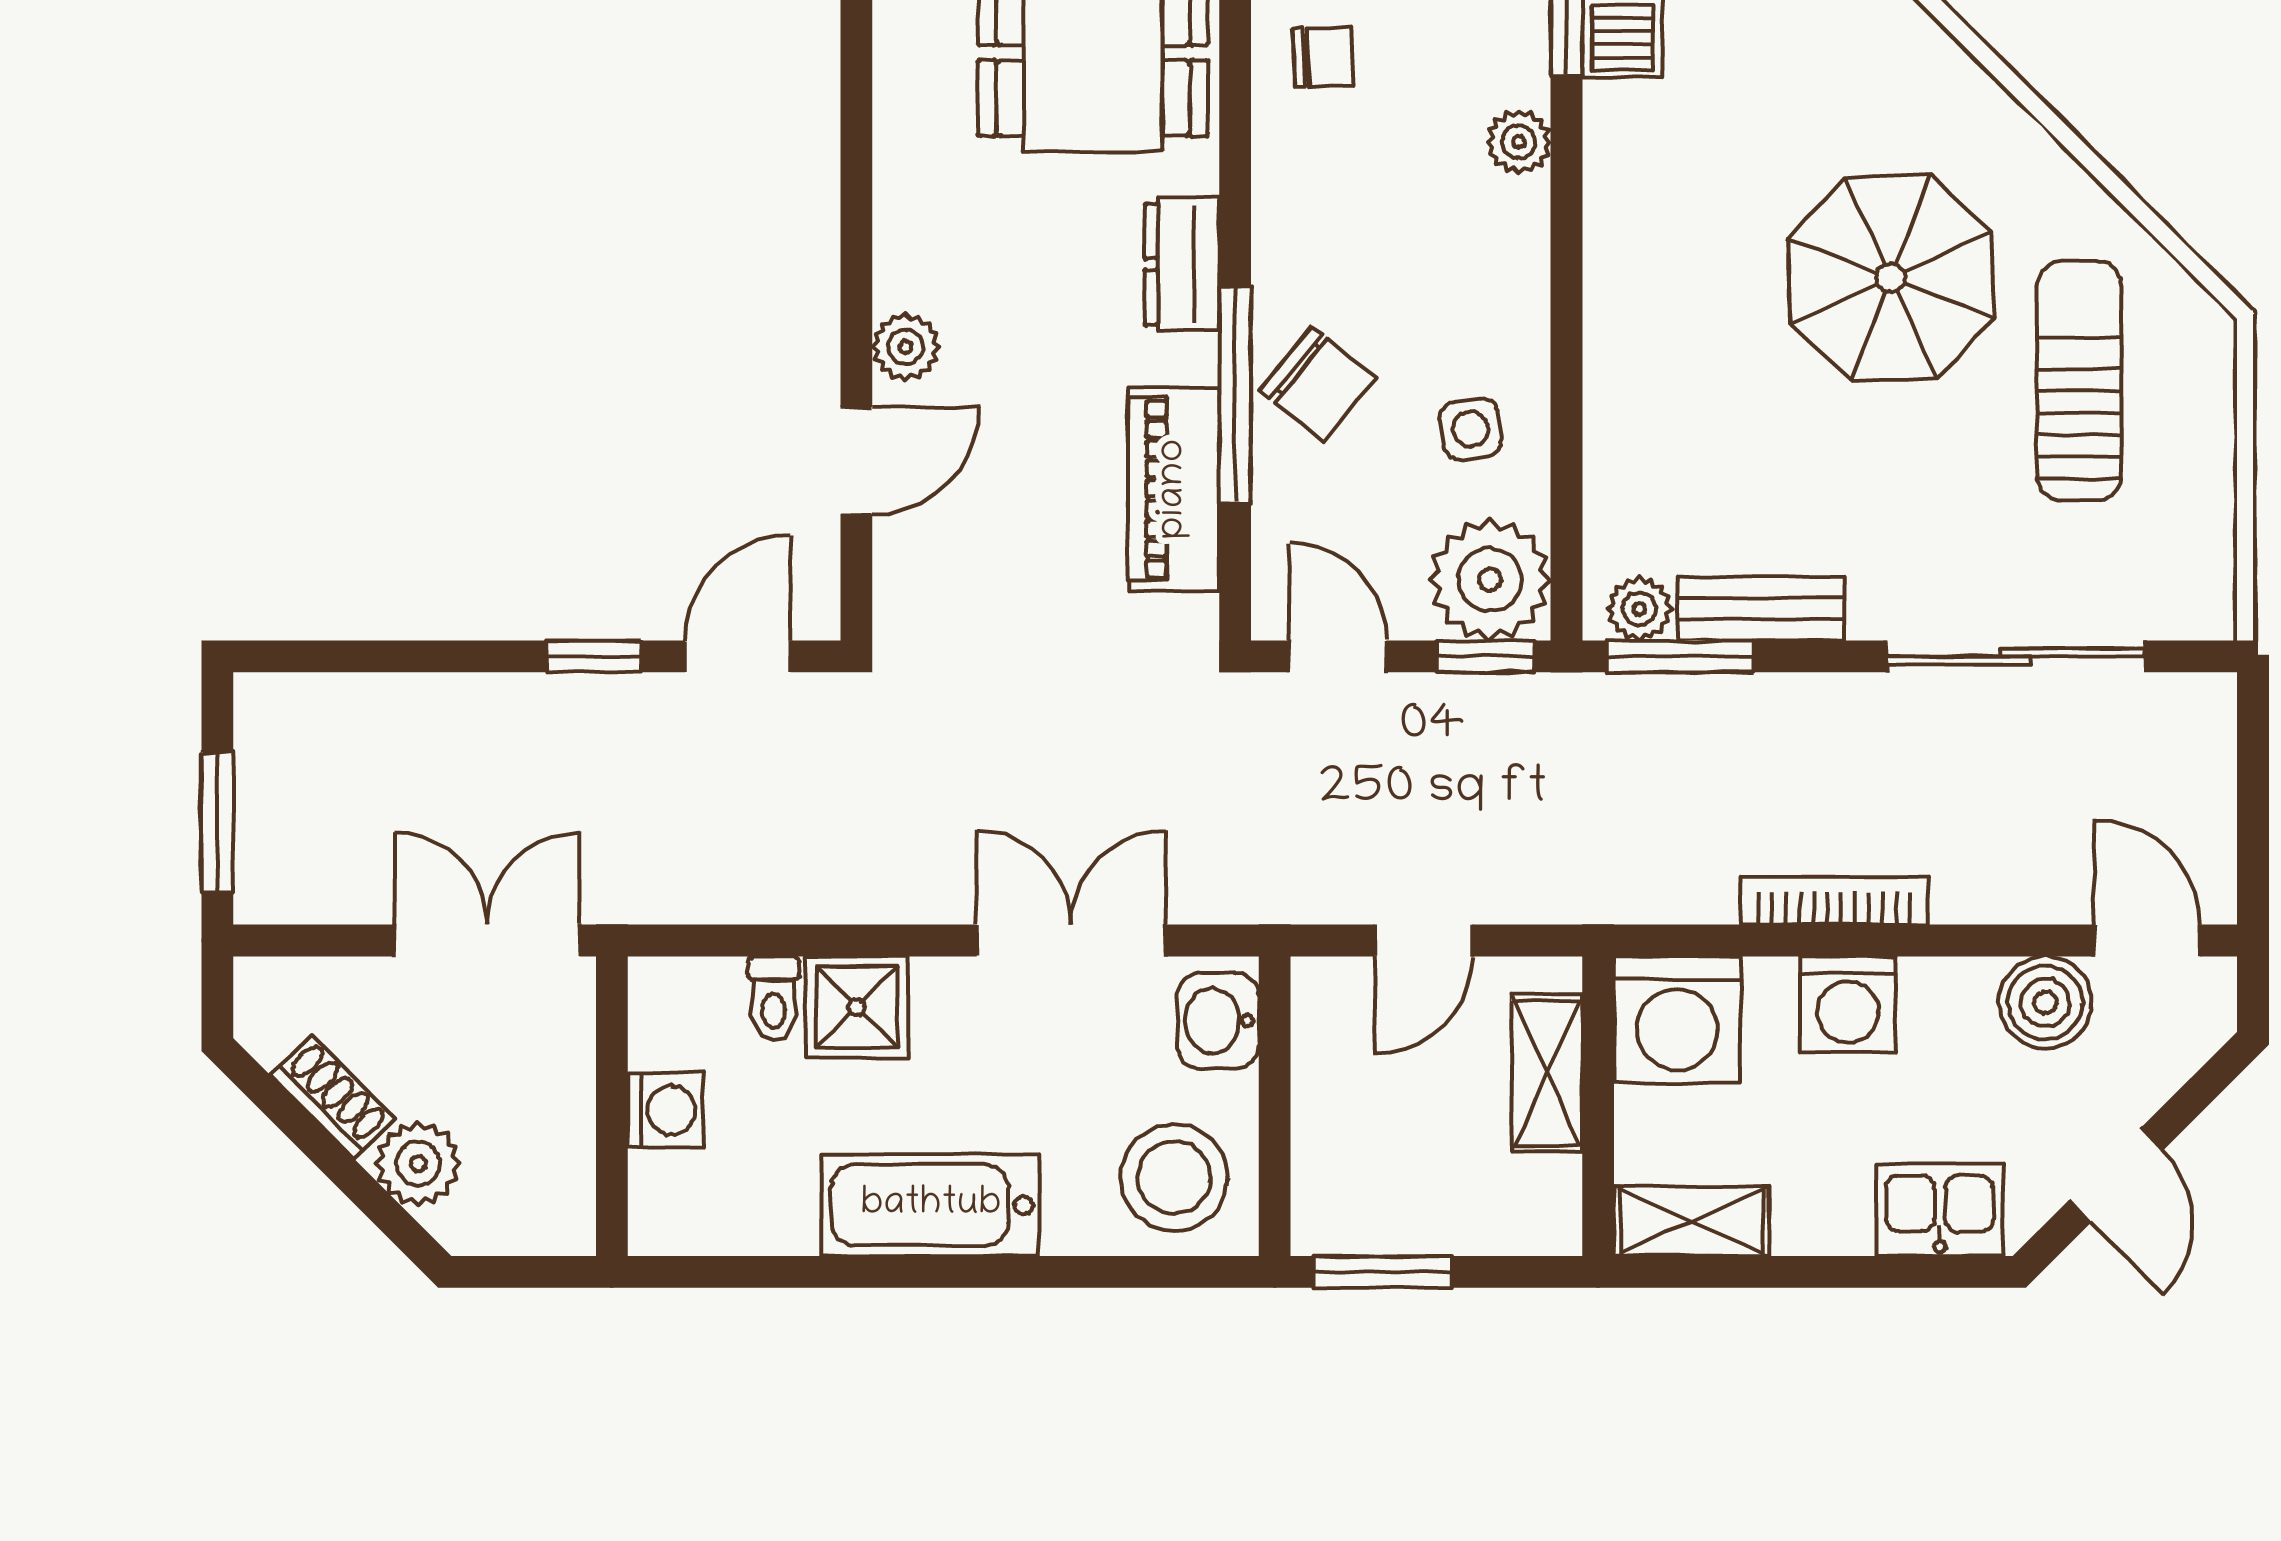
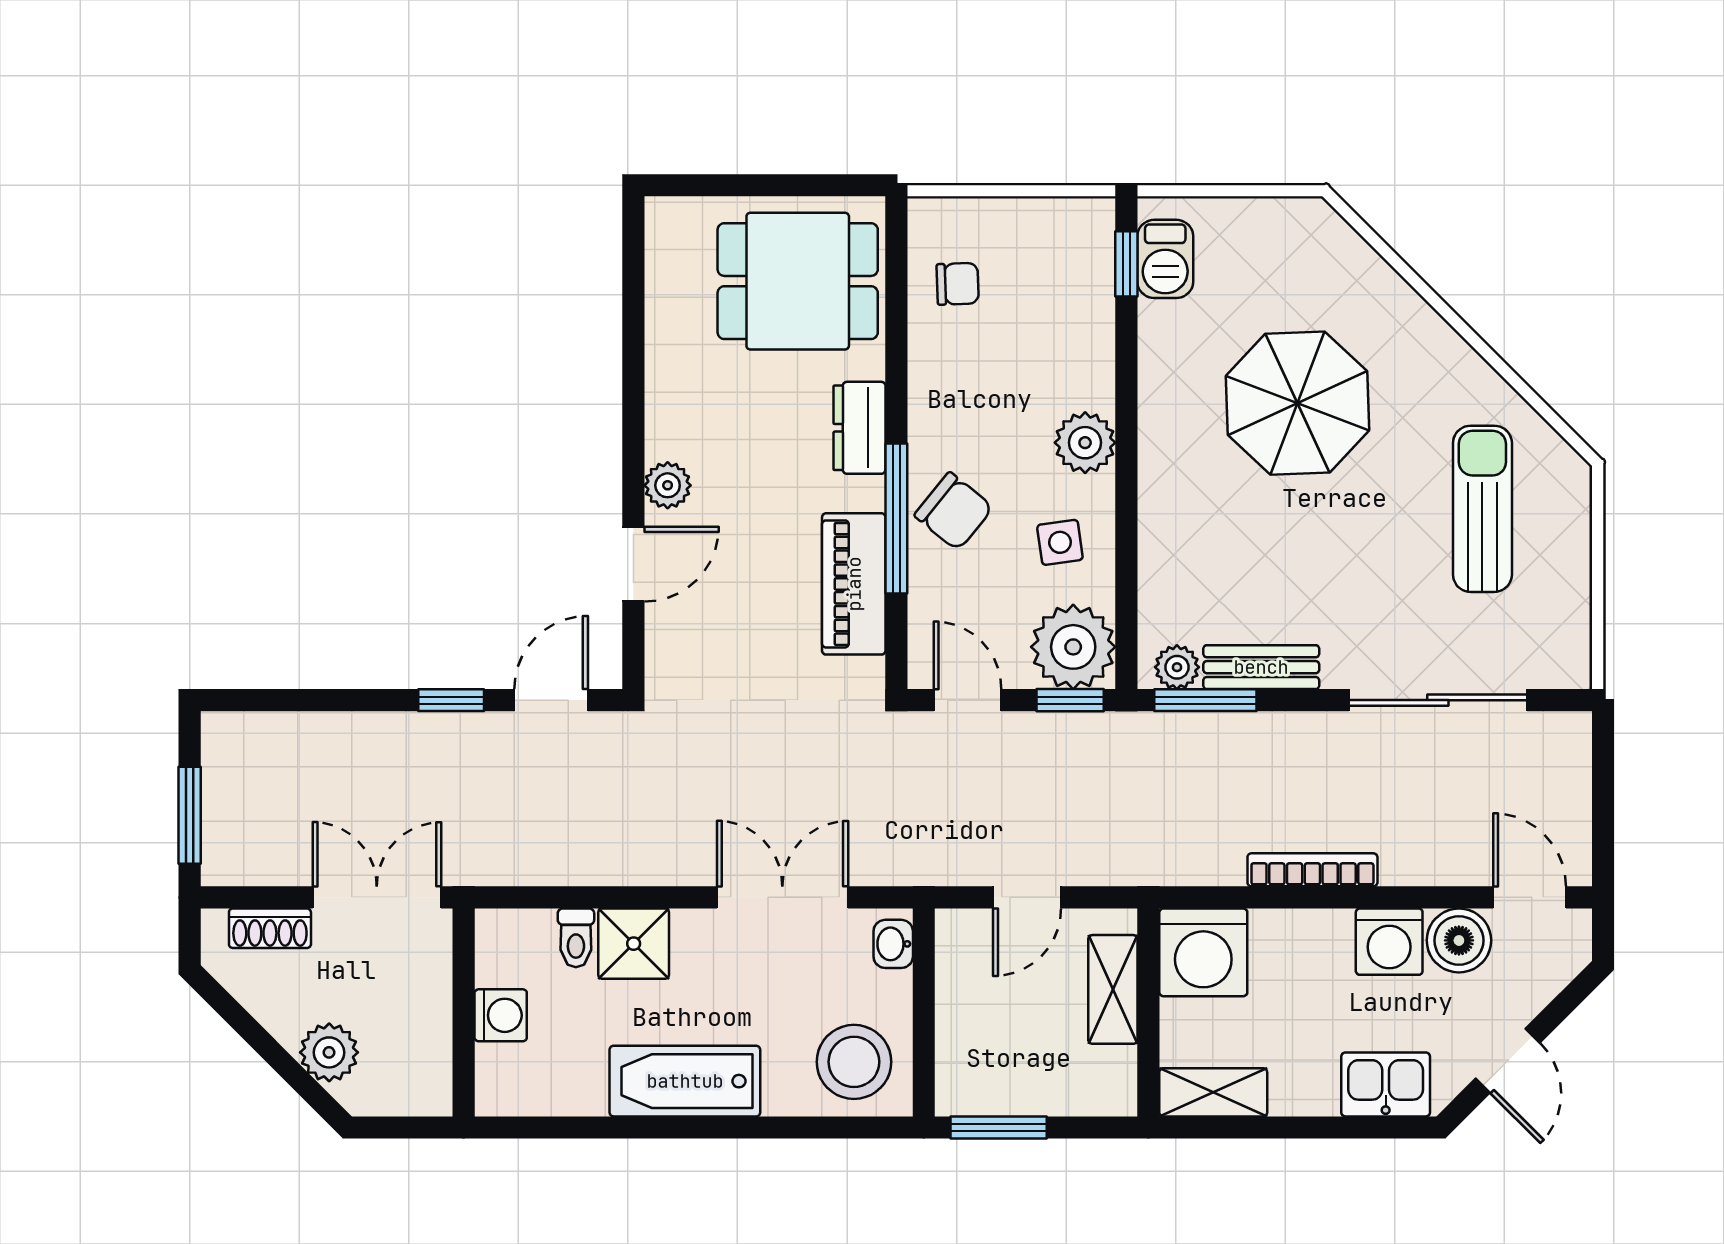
plant: (1519, 142) -> (1085, 443), moved, width x1.38, depth x1.38
parasol: (1891, 278) -> (1297, 403), moved
washing machine: (1848, 1004) -> (1389, 942), moved
washbasin: (1218, 1021) -> (893, 944), width x0.72, depth x0.69
shoe rack: (333, 1097) -> (270, 928), moved, turned 135

